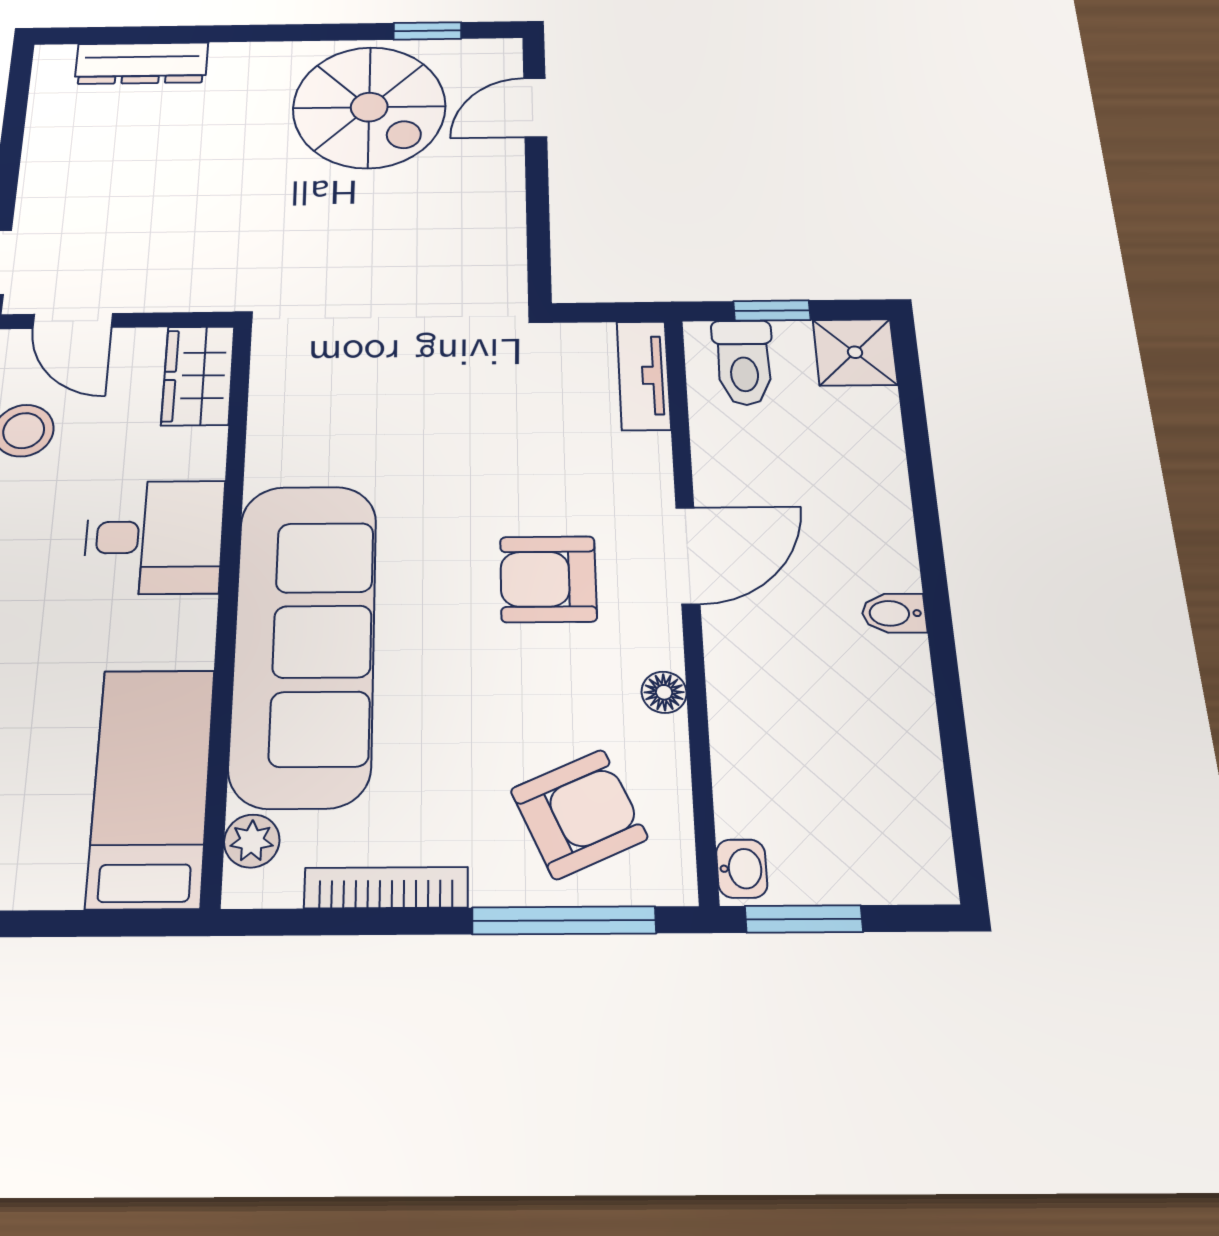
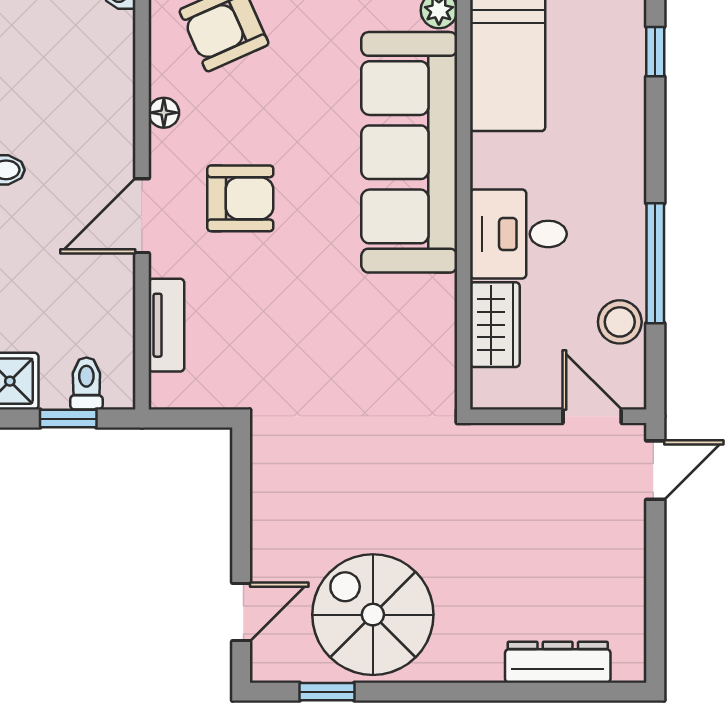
toilet: (744, 362) -> (86, 383), width x0.73, depth x0.72
tv unit: (644, 375) -> (166, 325), moved
wardrobe: (198, 376) -> (495, 325), moved

